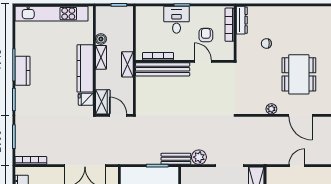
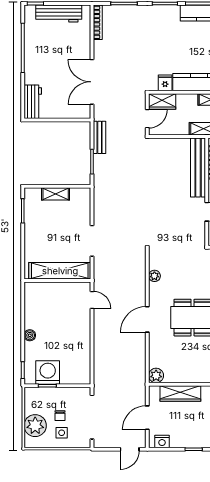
plant: (271, 109) -> (154, 276), moved
plant: (199, 157) -> (101, 208), removed
bench: (176, 159) -> (100, 137), moved
door: (297, 166) -> (92, 300), moved

